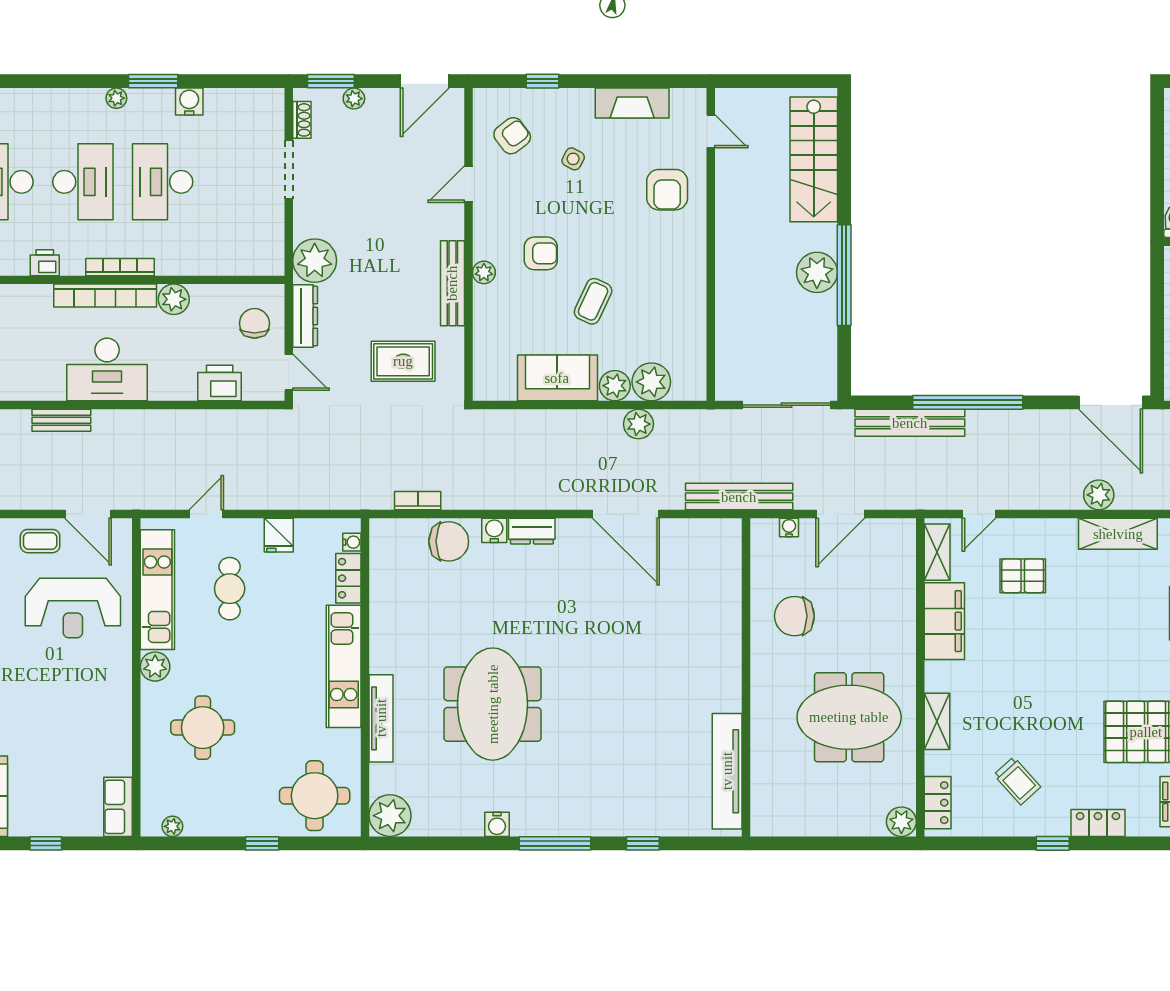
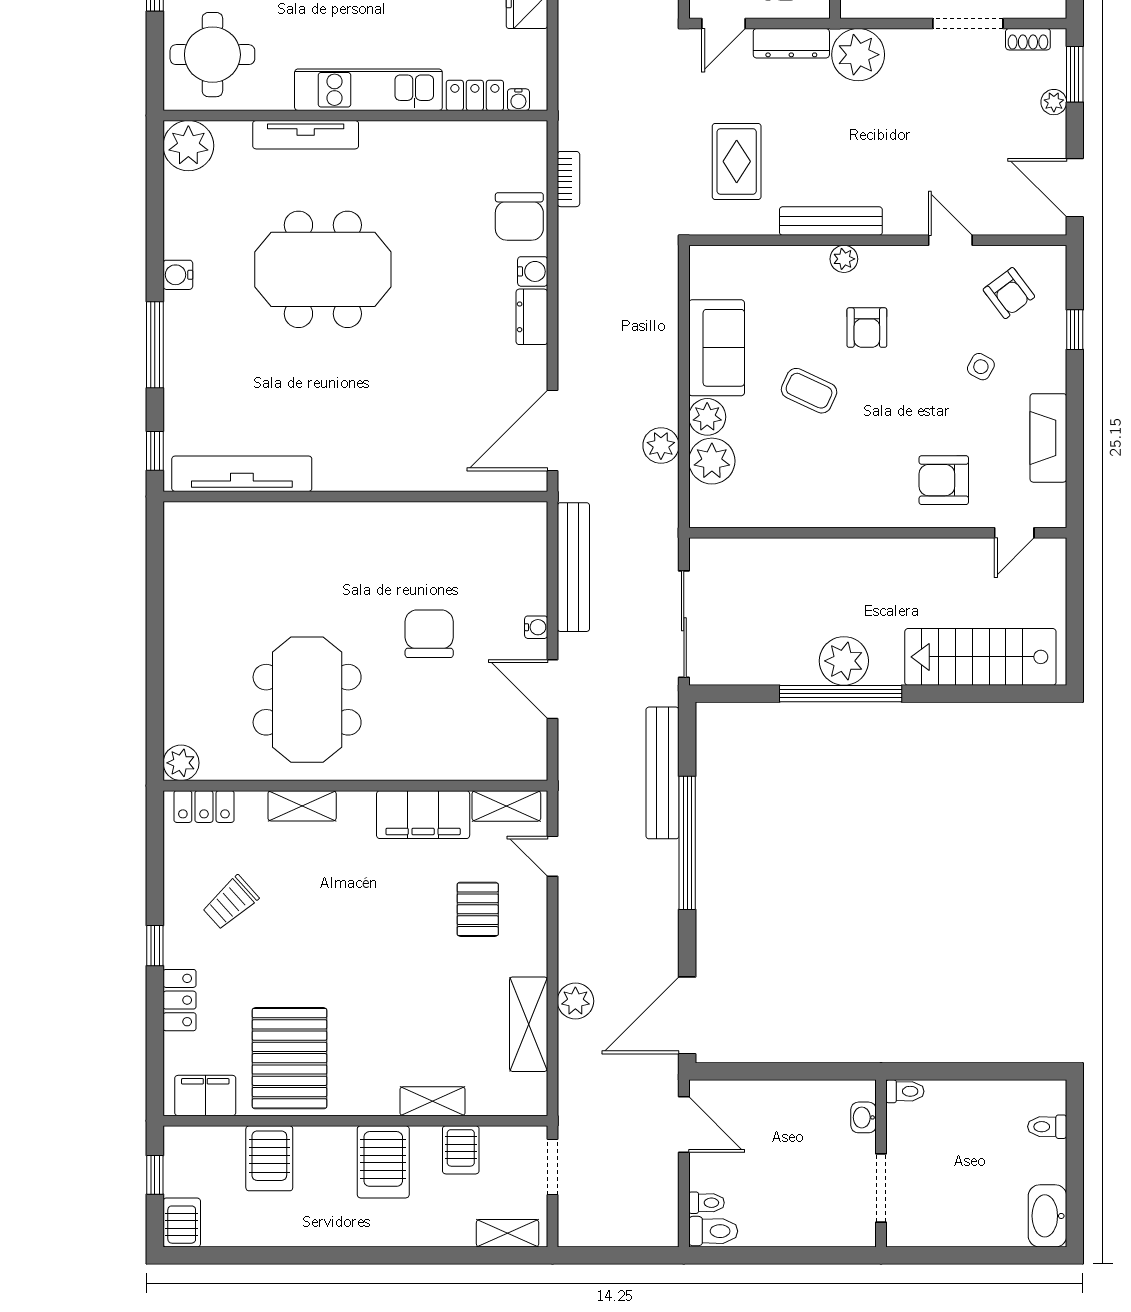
wall: (746, 677) -> (355, 497), moved
tv unit: (727, 771) -> (242, 474), moved

